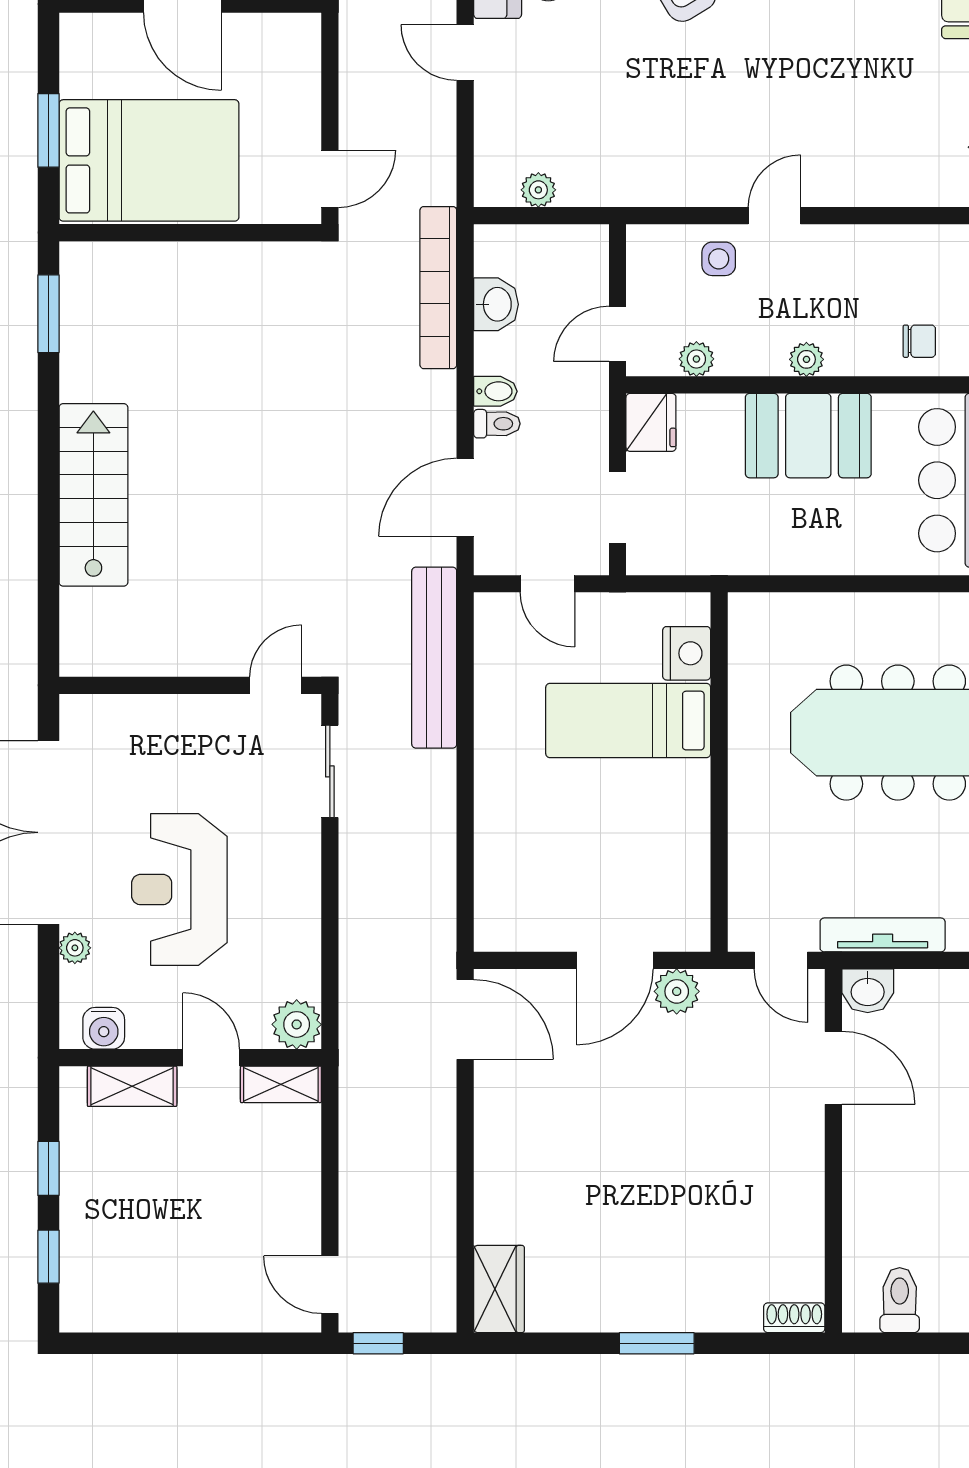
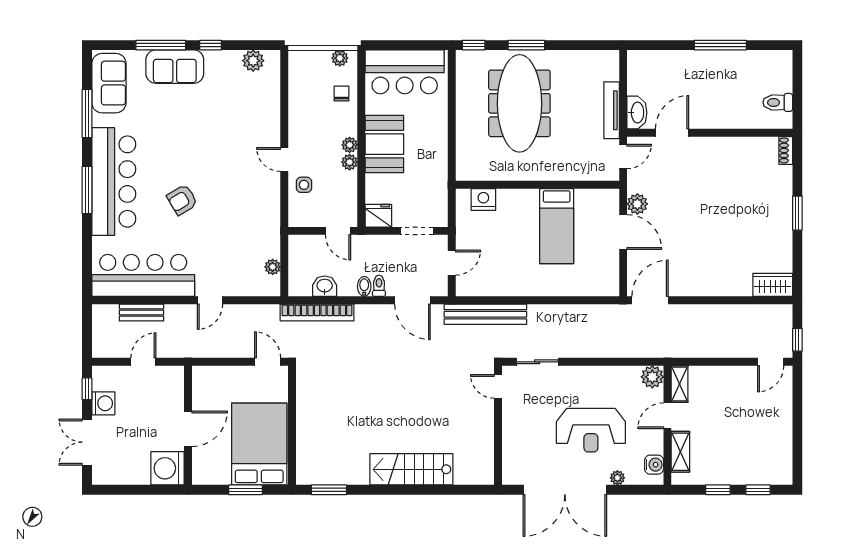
plant: (696, 359) -> (350, 162), moved
bed: (628, 721) -> (557, 226), moved
washbasin: (868, 991) -> (637, 113), width x1.38

